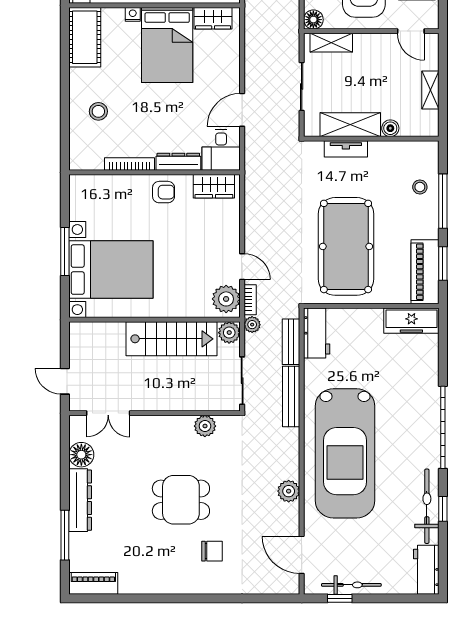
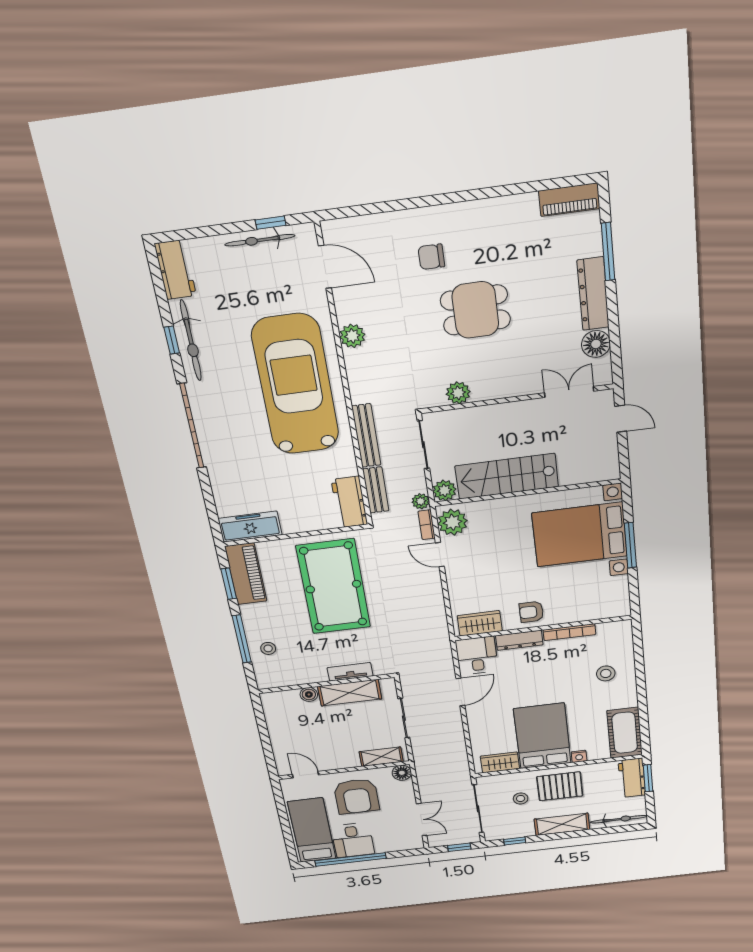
shelving: (430, 90) -> (276, 730), removed

